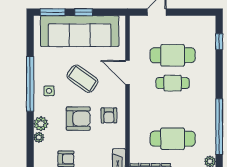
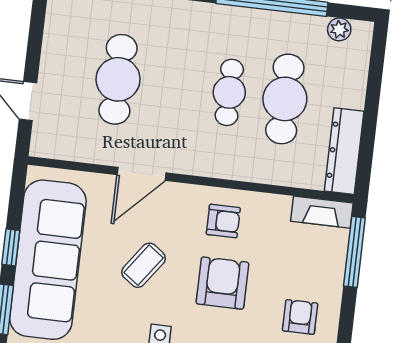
coffee table: (82, 79) -> (144, 265), width x0.73, depth x0.77
cafe table: (173, 83) -> (229, 92), moved

